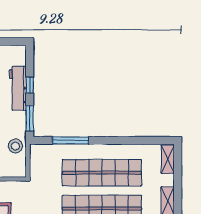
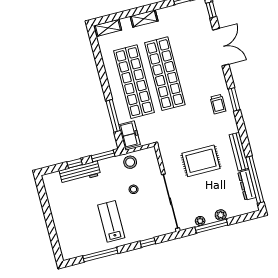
freezer: (45, 153) -> (129, 135), added

